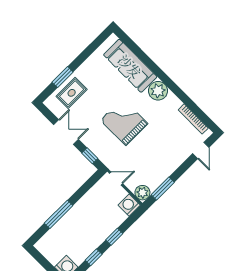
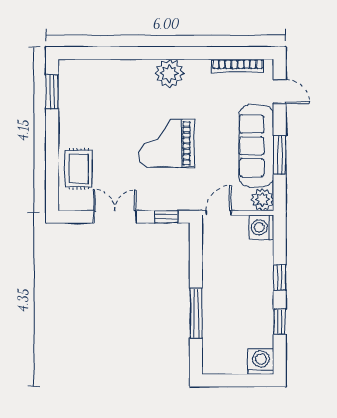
sofa: (130, 66) -> (256, 146), moved, turned 90
window: (63, 77) -> (52, 92), moved
window: (163, 188) -> (280, 155), moved

